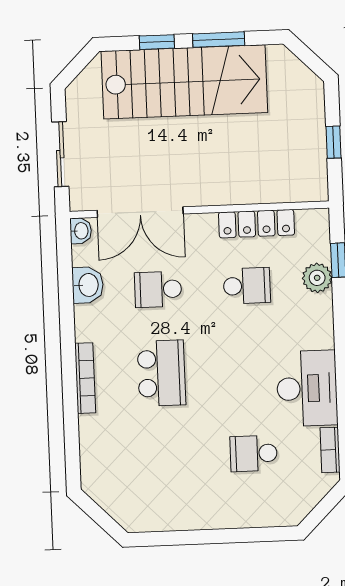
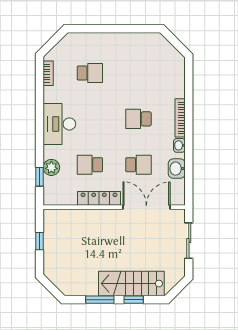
stairs: (184, 82) -> (131, 284), width x0.73, depth x0.66
locker: (257, 224) -> (99, 198), moved
washbasin: (81, 231) -> (179, 145), moved
school desk: (161, 373) -> (138, 119), width x0.54
desk: (307, 388) -> (59, 124), moved

